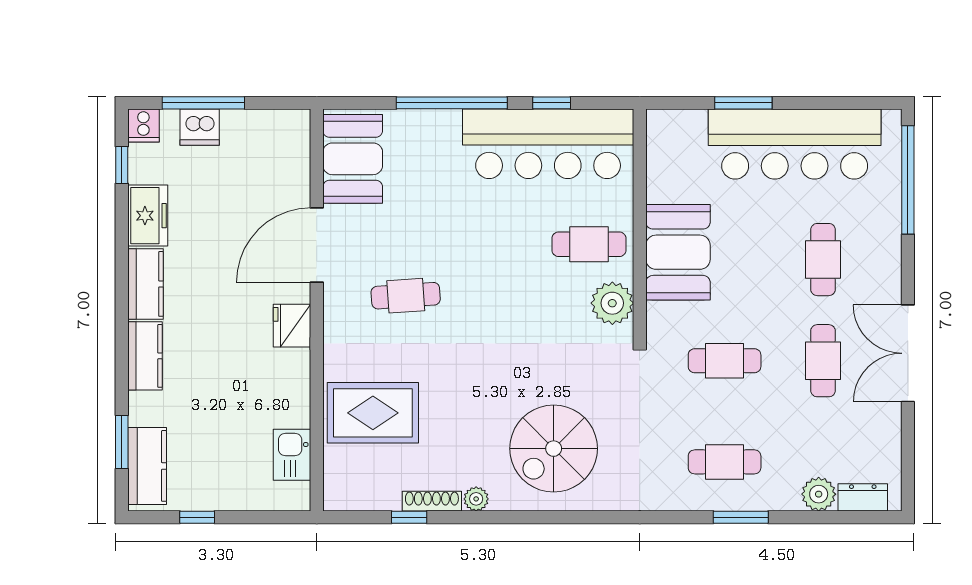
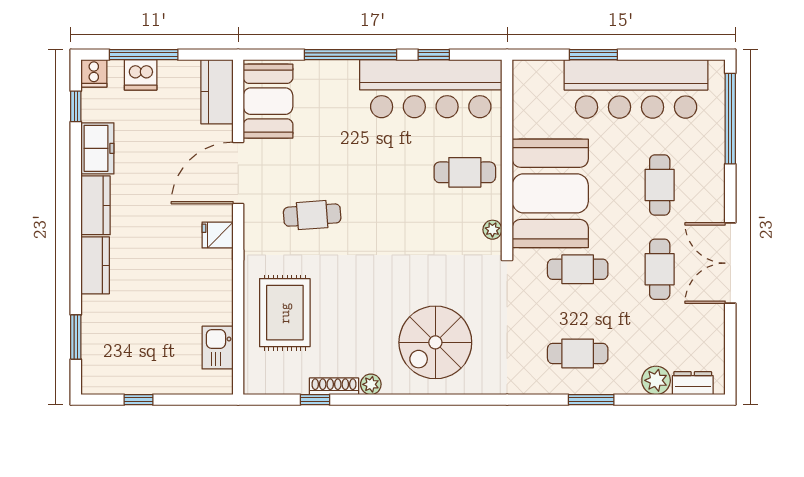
booth: (678, 252) -> (550, 193), width x1.36, depth x1.42
plant: (612, 303) -> (492, 230), width x0.53, depth x0.53
fridge: (292, 326) -> (218, 235), width x0.72
rug: (373, 413) -> (285, 313), turned 90
kitchen counter: (147, 466) -> (217, 92), moved, turned 180

